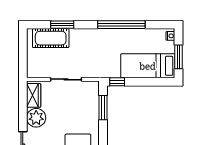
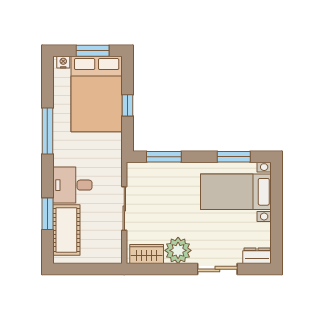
window: (121, 25) -> (47, 131), width x0.68
desk: (83, 42) -> (72, 185), added
bed: (148, 66) -> (97, 94), width x1.50
window: (117, 82) -> (128, 105), moved

